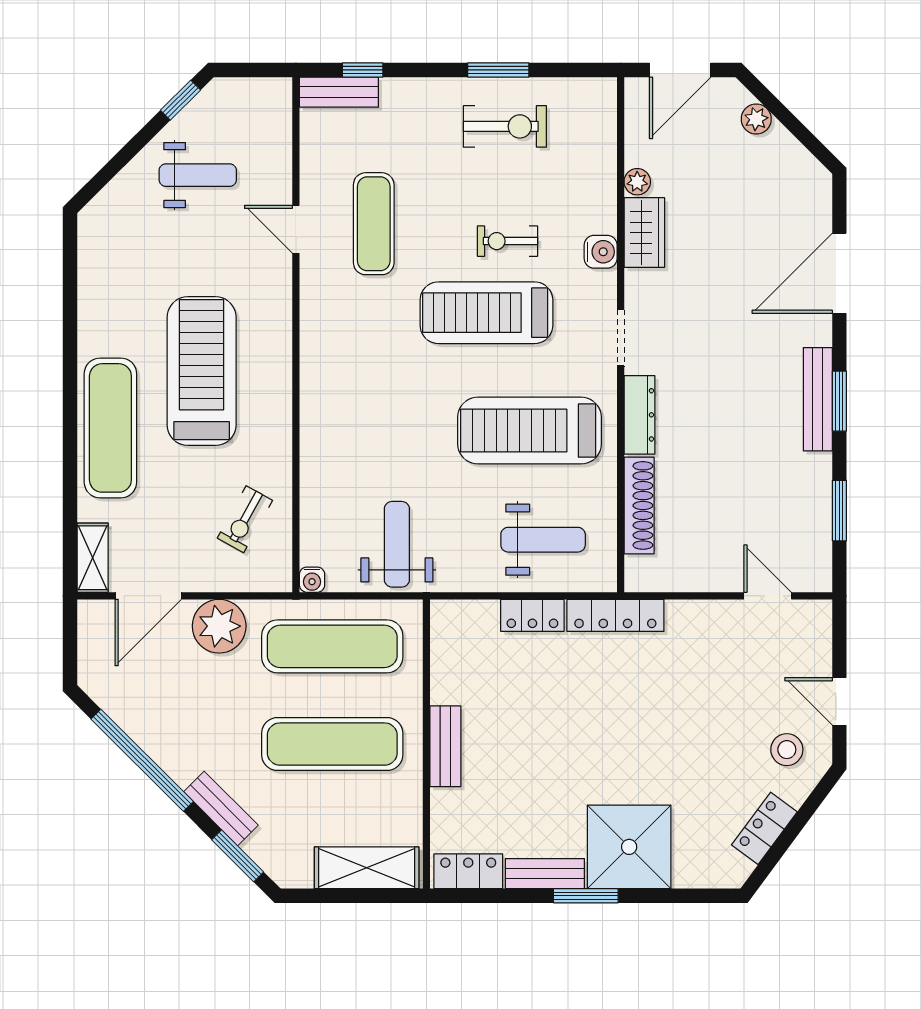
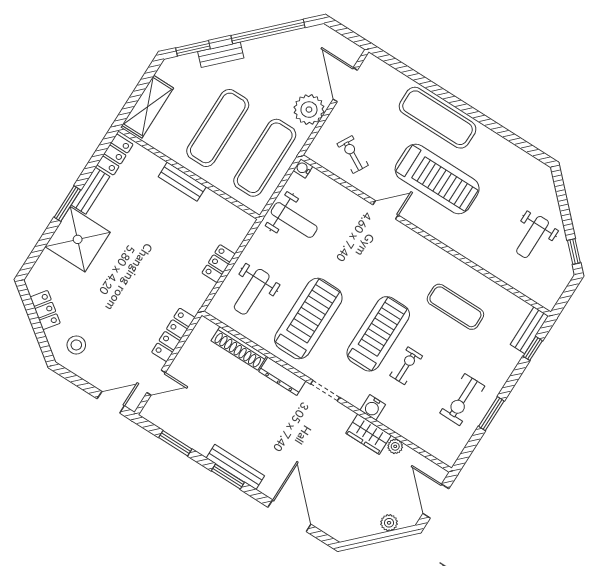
door: (296, 229) -> (386, 210), moved
shelving: (93, 558) -> (381, 70), removed
locker: (615, 615) -> (173, 335), moved
door: (839, 701) -> (111, 402), moved

